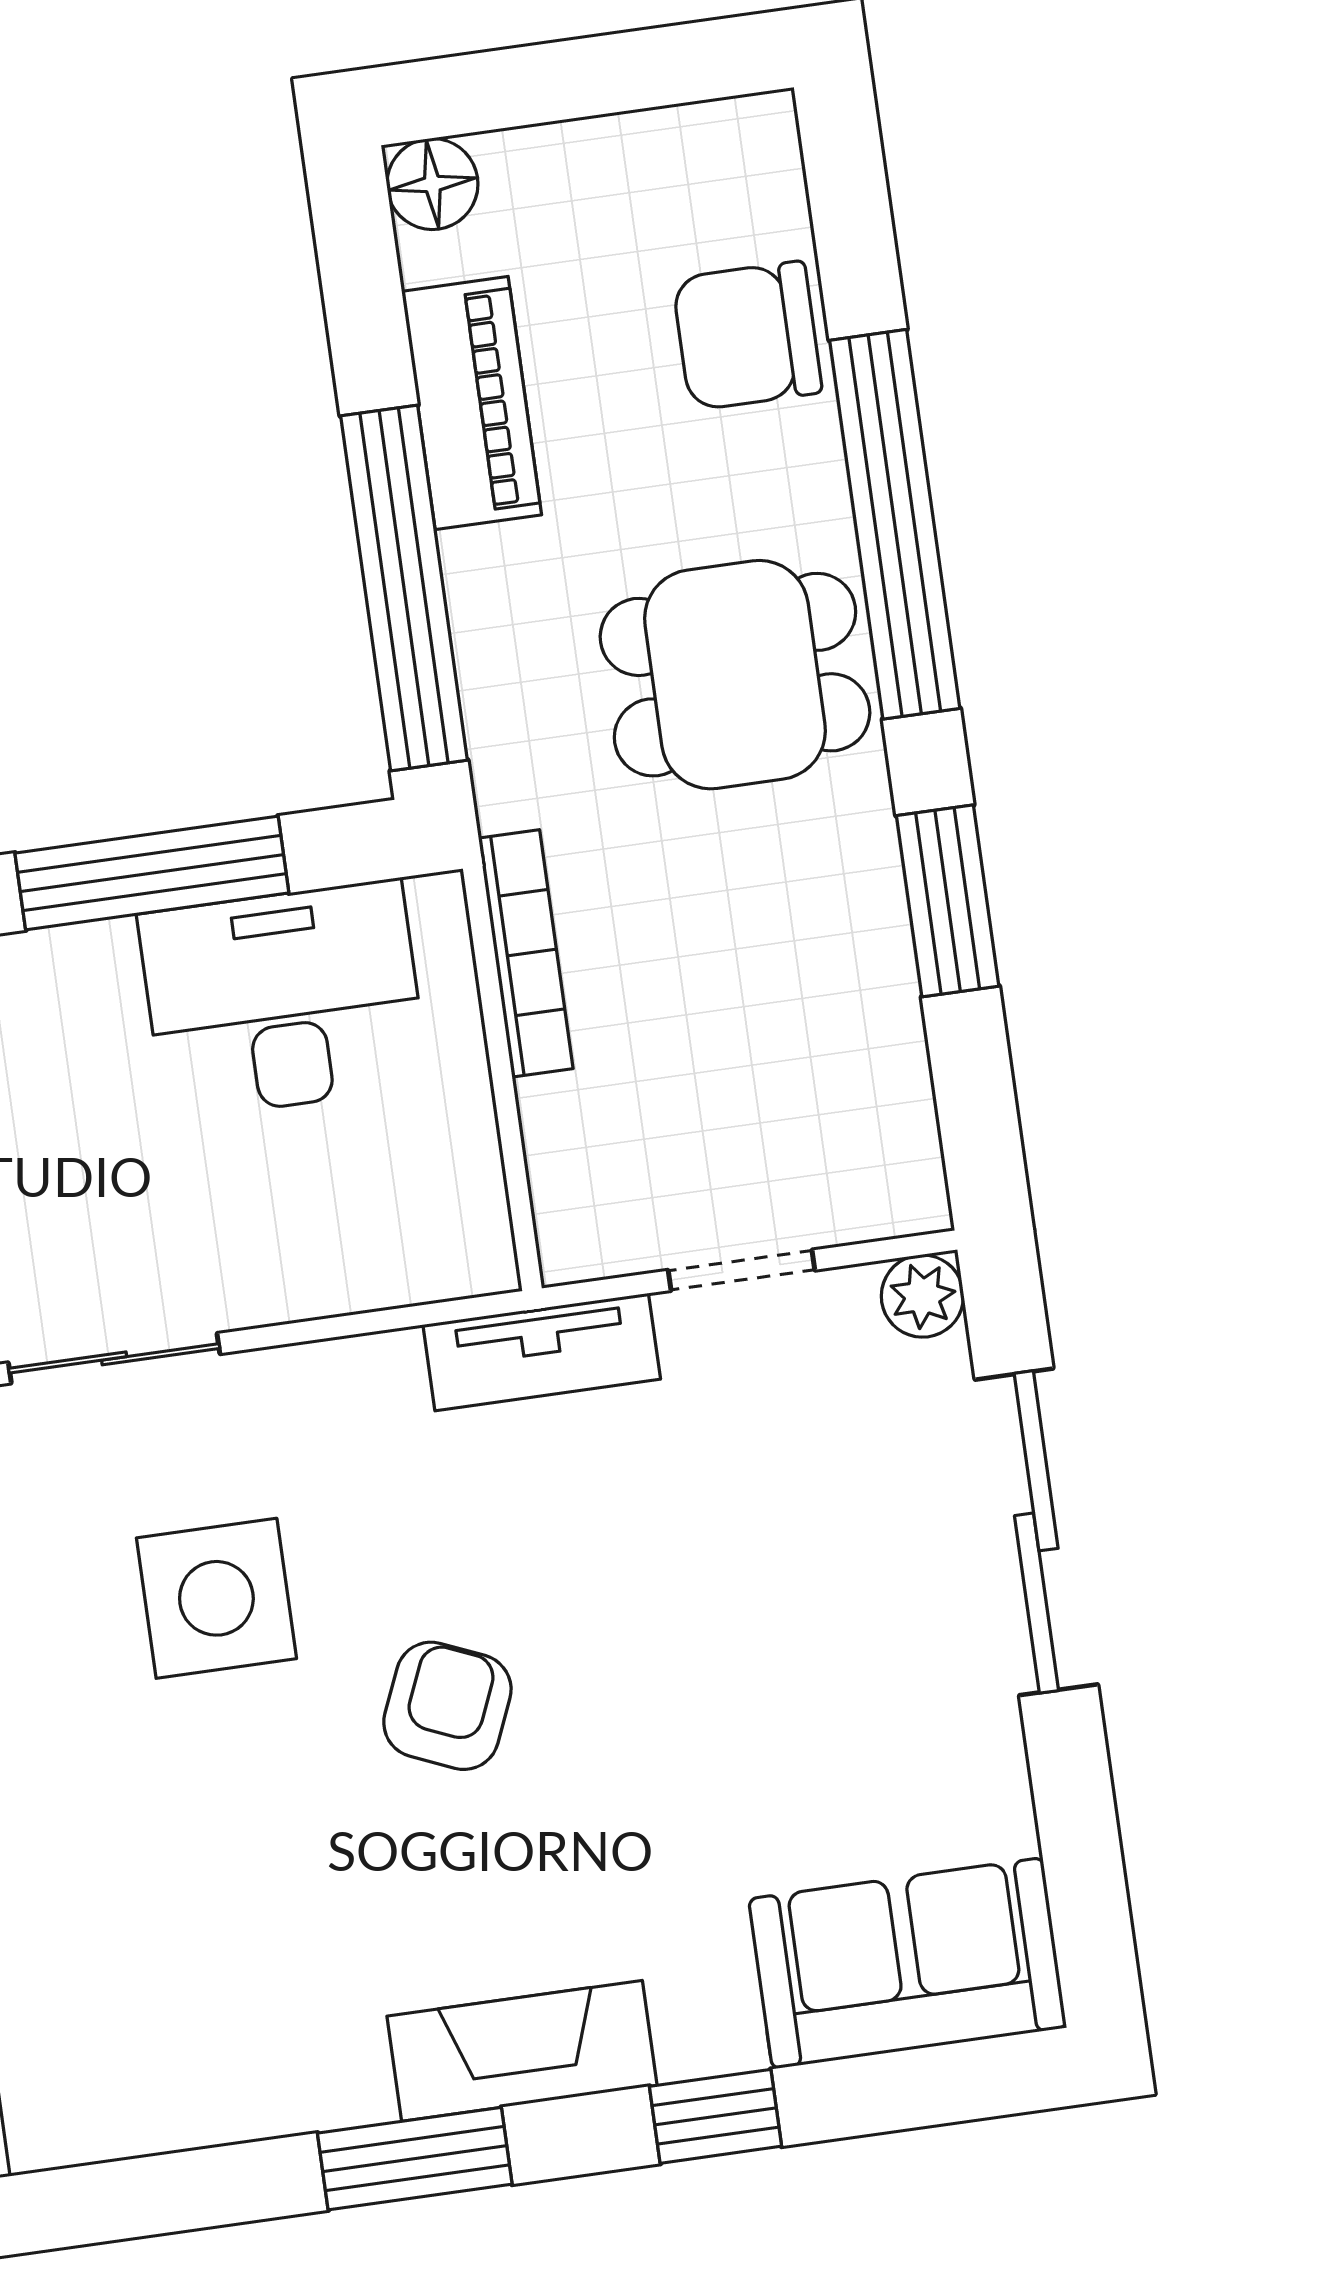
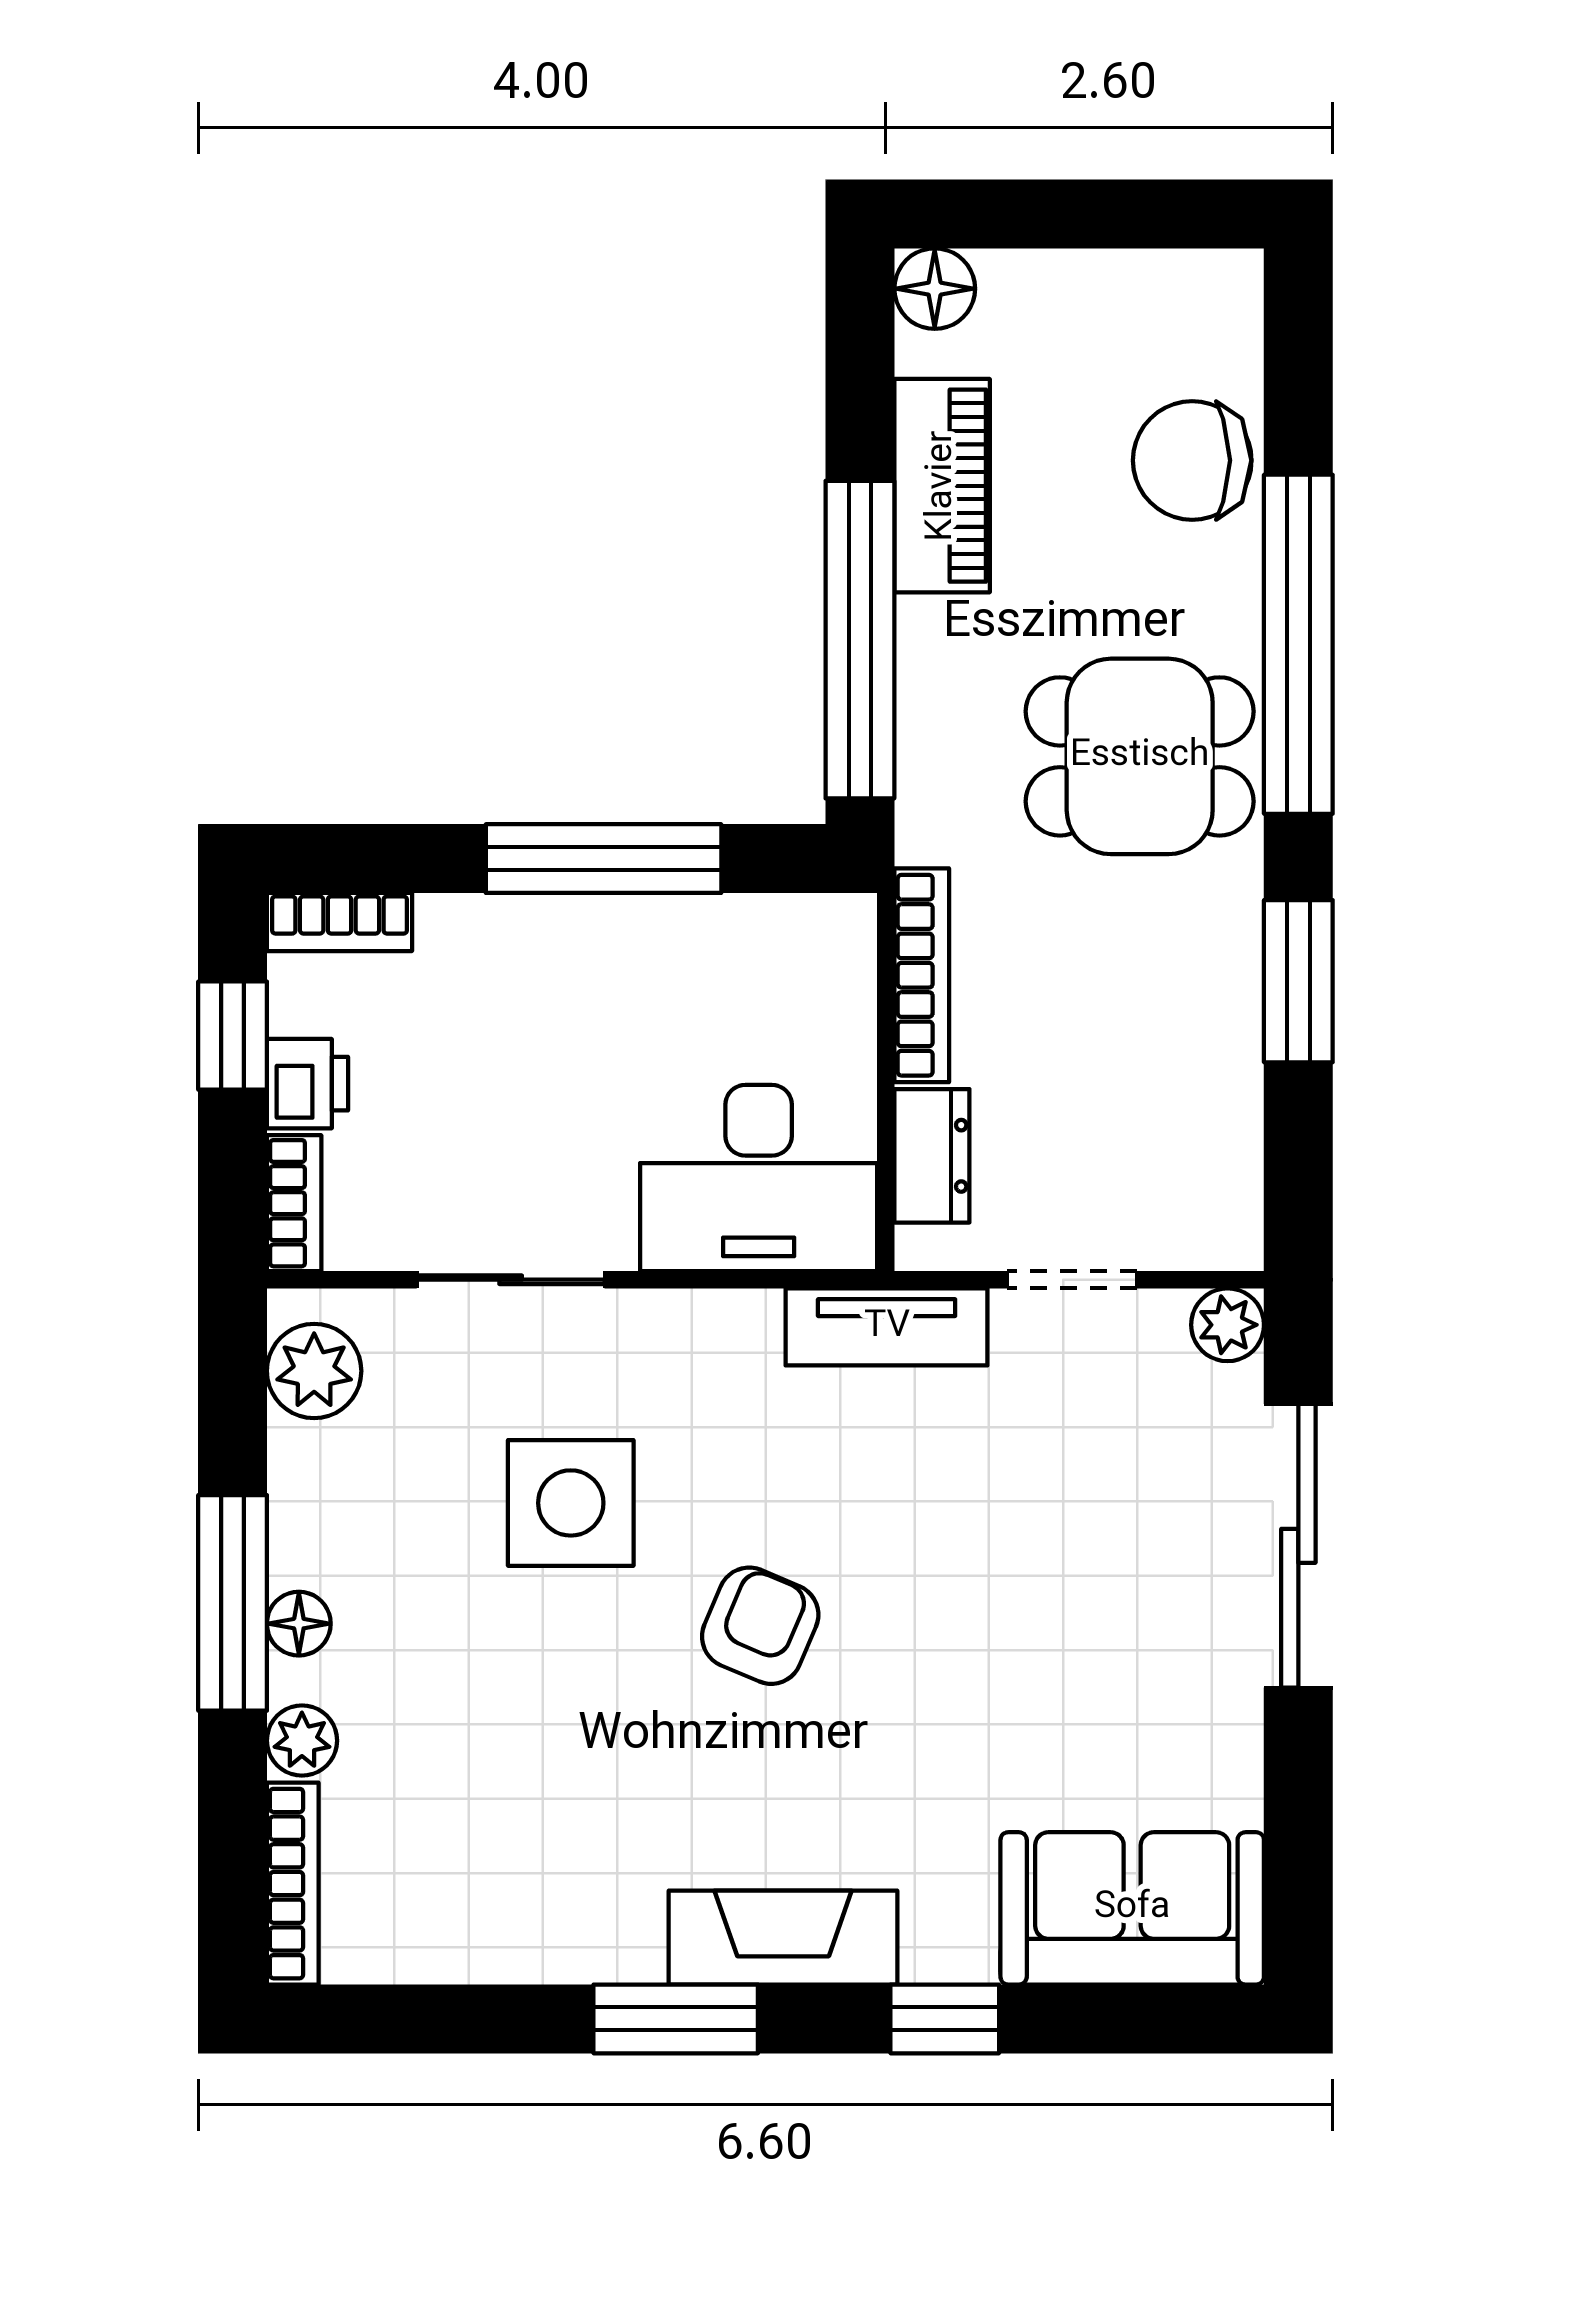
desk: (283, 1000) -> (759, 1178), moved, turned 180
dresser: (566, 1154) -> (932, 1156), added

